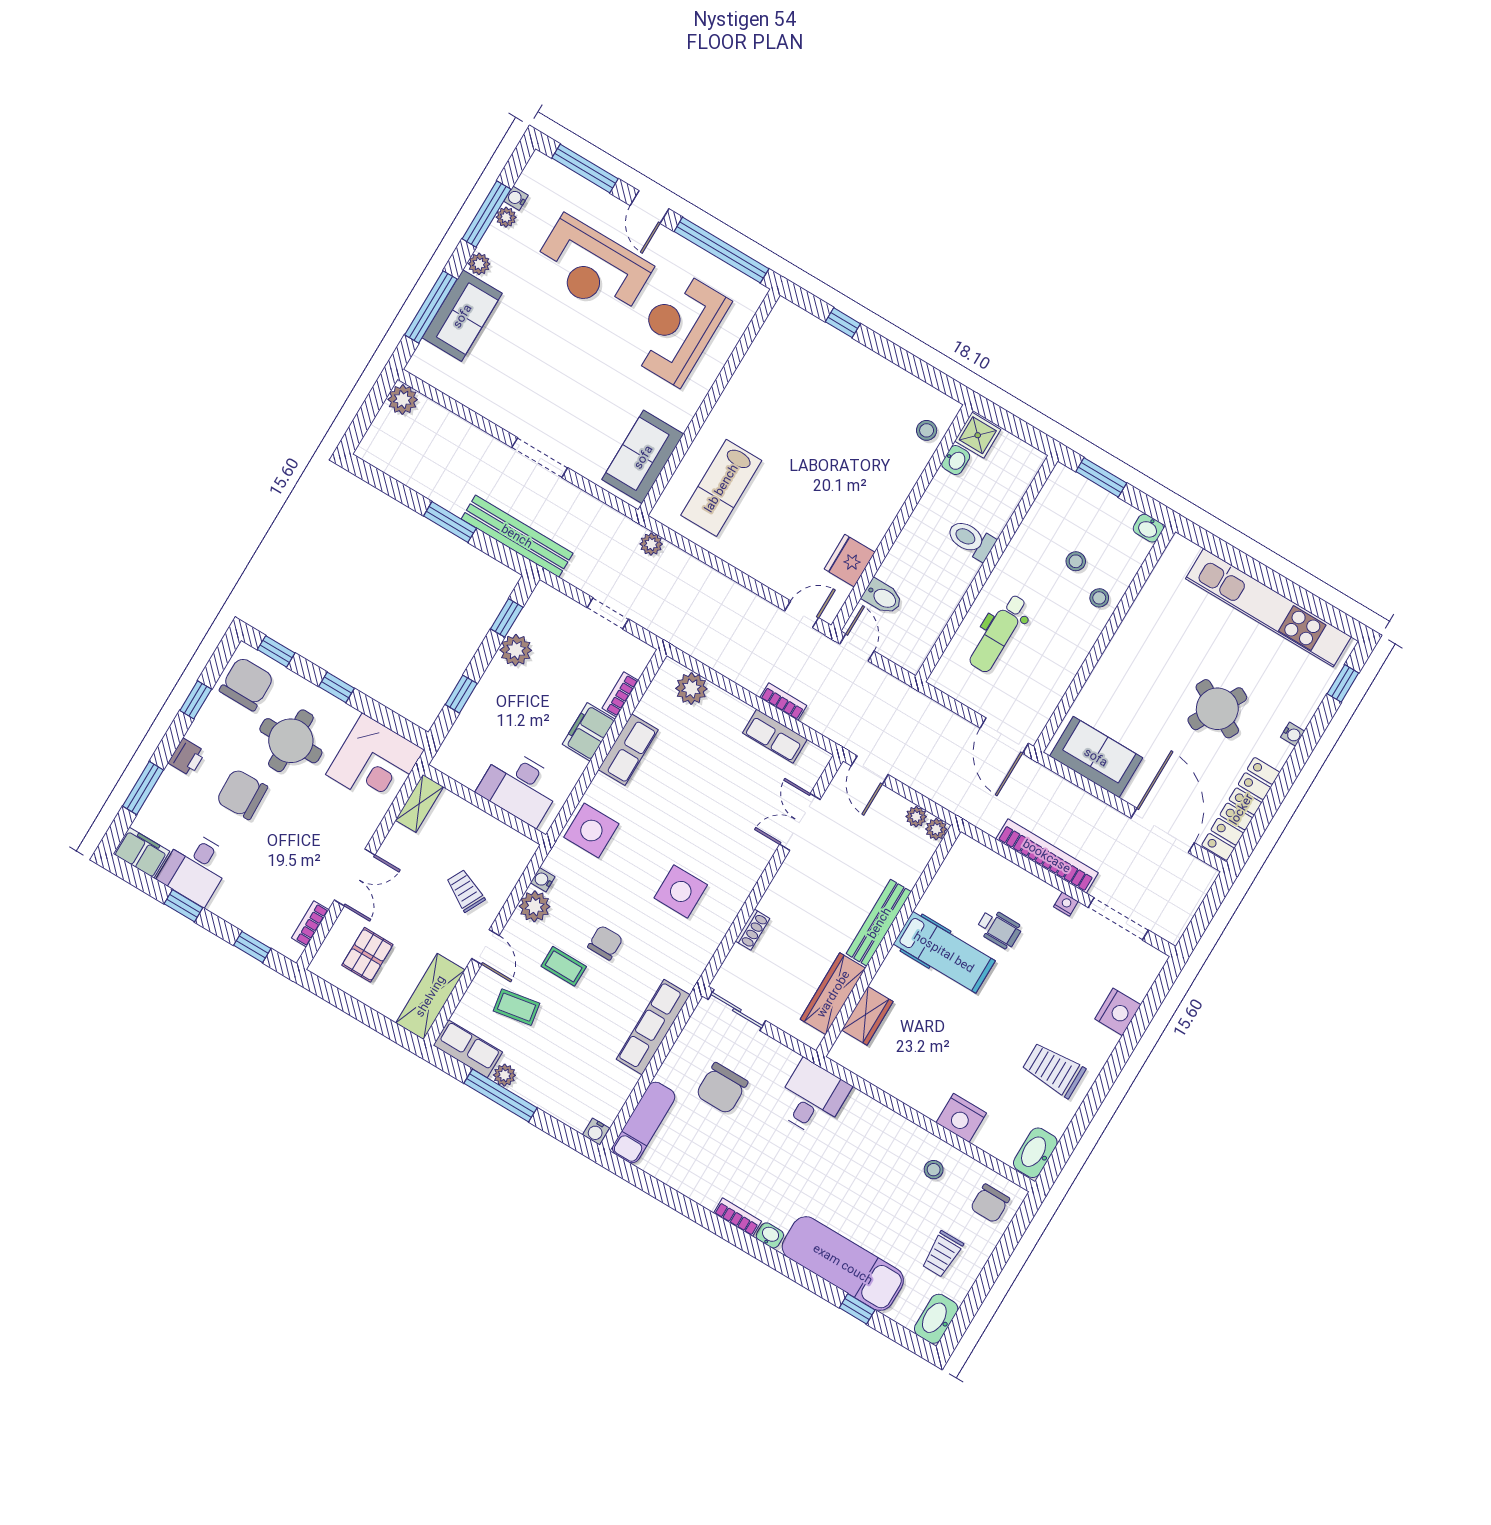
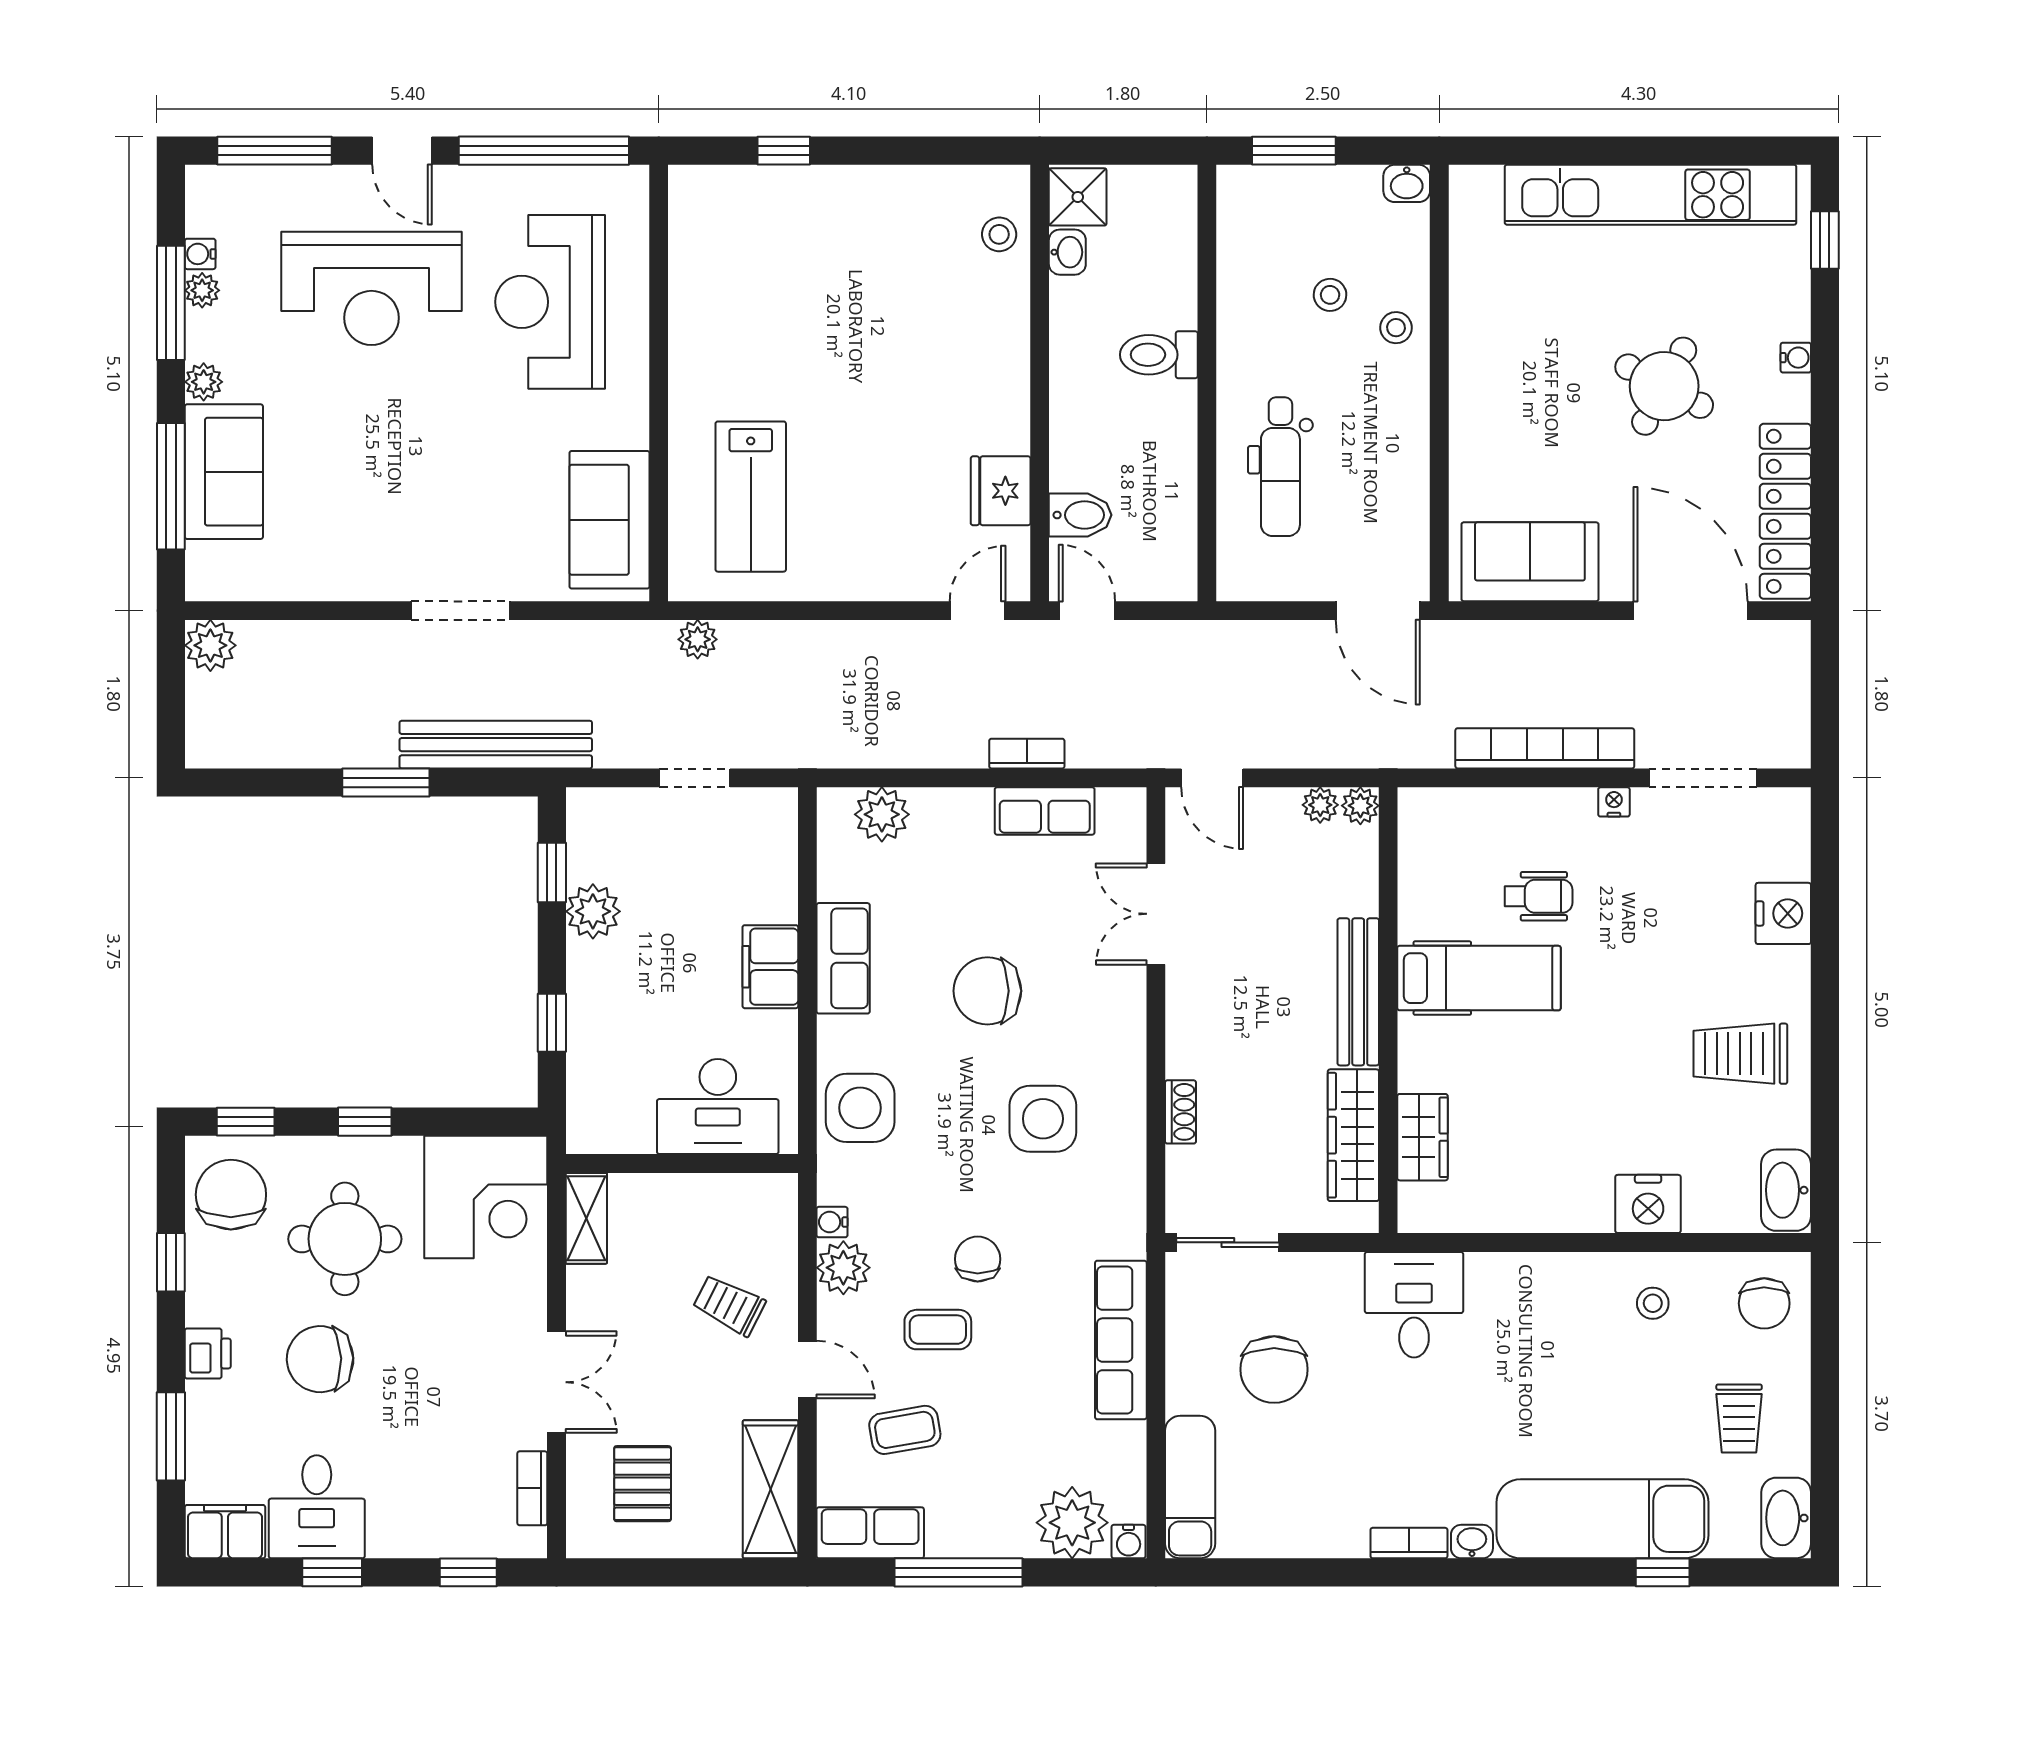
bookcase: (620, 694) -> (784, 885), removed
chair: (691, 810) -> (987, 991), added
plant: (504, 1075) -> (1072, 1523), moved, width x1.88, depth x1.88

